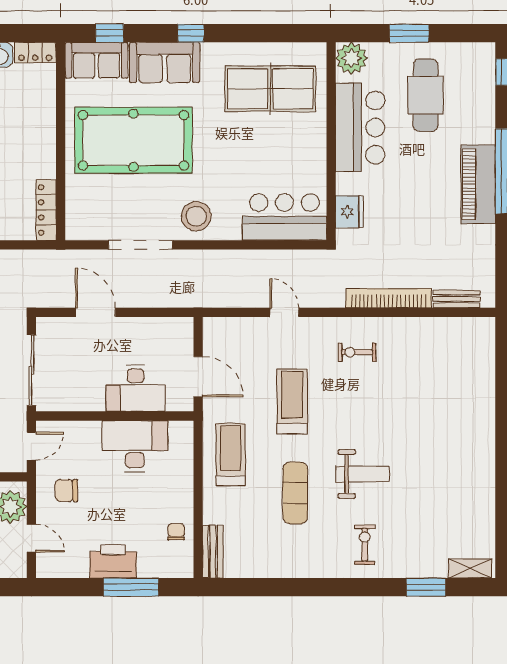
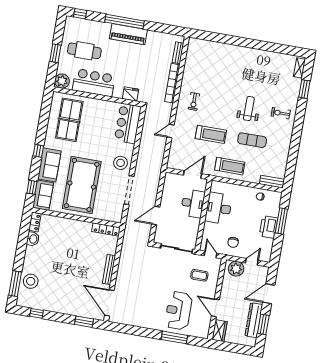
treadmill: (292, 401) -> (211, 134), turned 180
treadmill: (231, 455) -> (230, 166), turned 180

